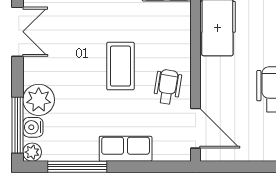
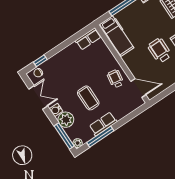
coffee table: (120, 66) -> (88, 98), moved
water cooler: (33, 127) -> (56, 110), moved
row of seats: (126, 149) -> (103, 124), moved

